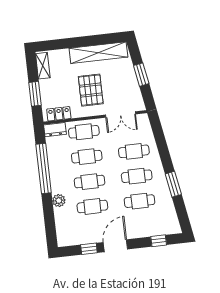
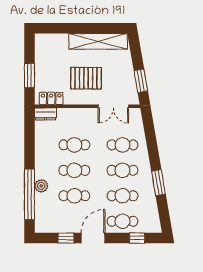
shelving: (43, 66) -> (40, 48), removed
window: (141, 75) -> (141, 81), moved
pallet: (91, 90) -> (86, 78), turned 90
cafe table: (84, 132) -> (123, 221), moved
window: (44, 169) -> (29, 194), moved

